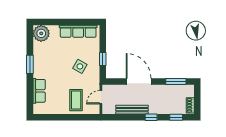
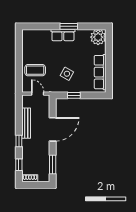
row of seats: (39, 91) -> (63, 35), moved

